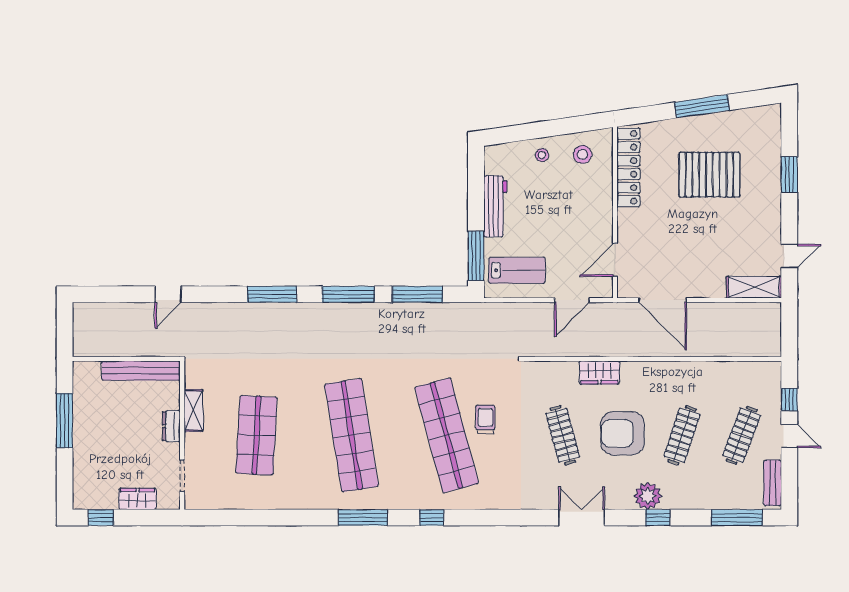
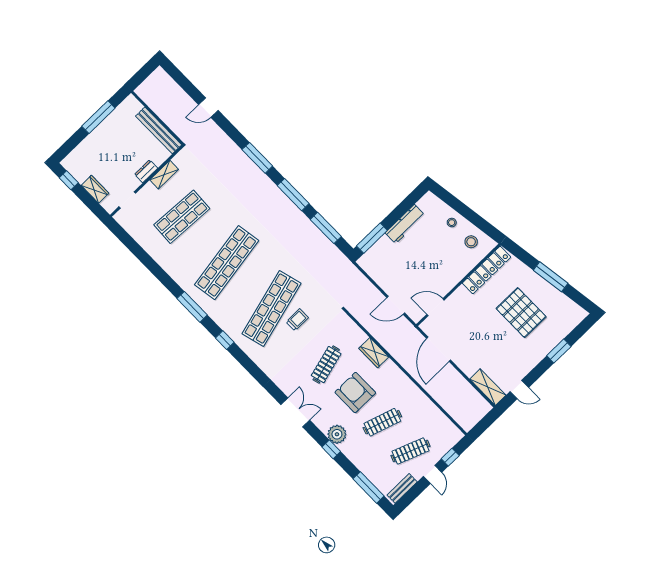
lab bench: (517, 270) -> (384, 265), removed

